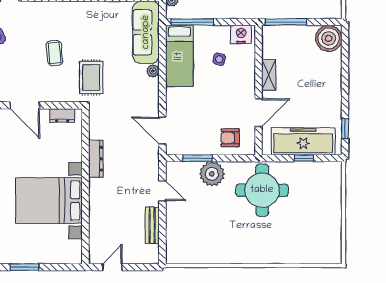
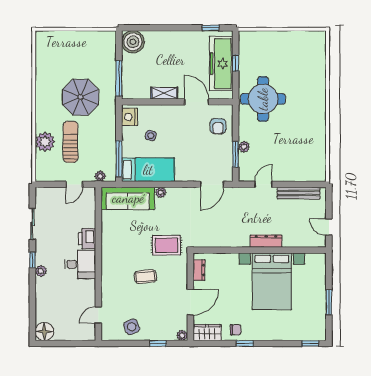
dresser: (96, 159) -> (266, 241), moved
plant: (212, 174) -> (244, 147), width x0.53, depth x0.53
bench: (152, 225) -> (299, 193), width x1.36

